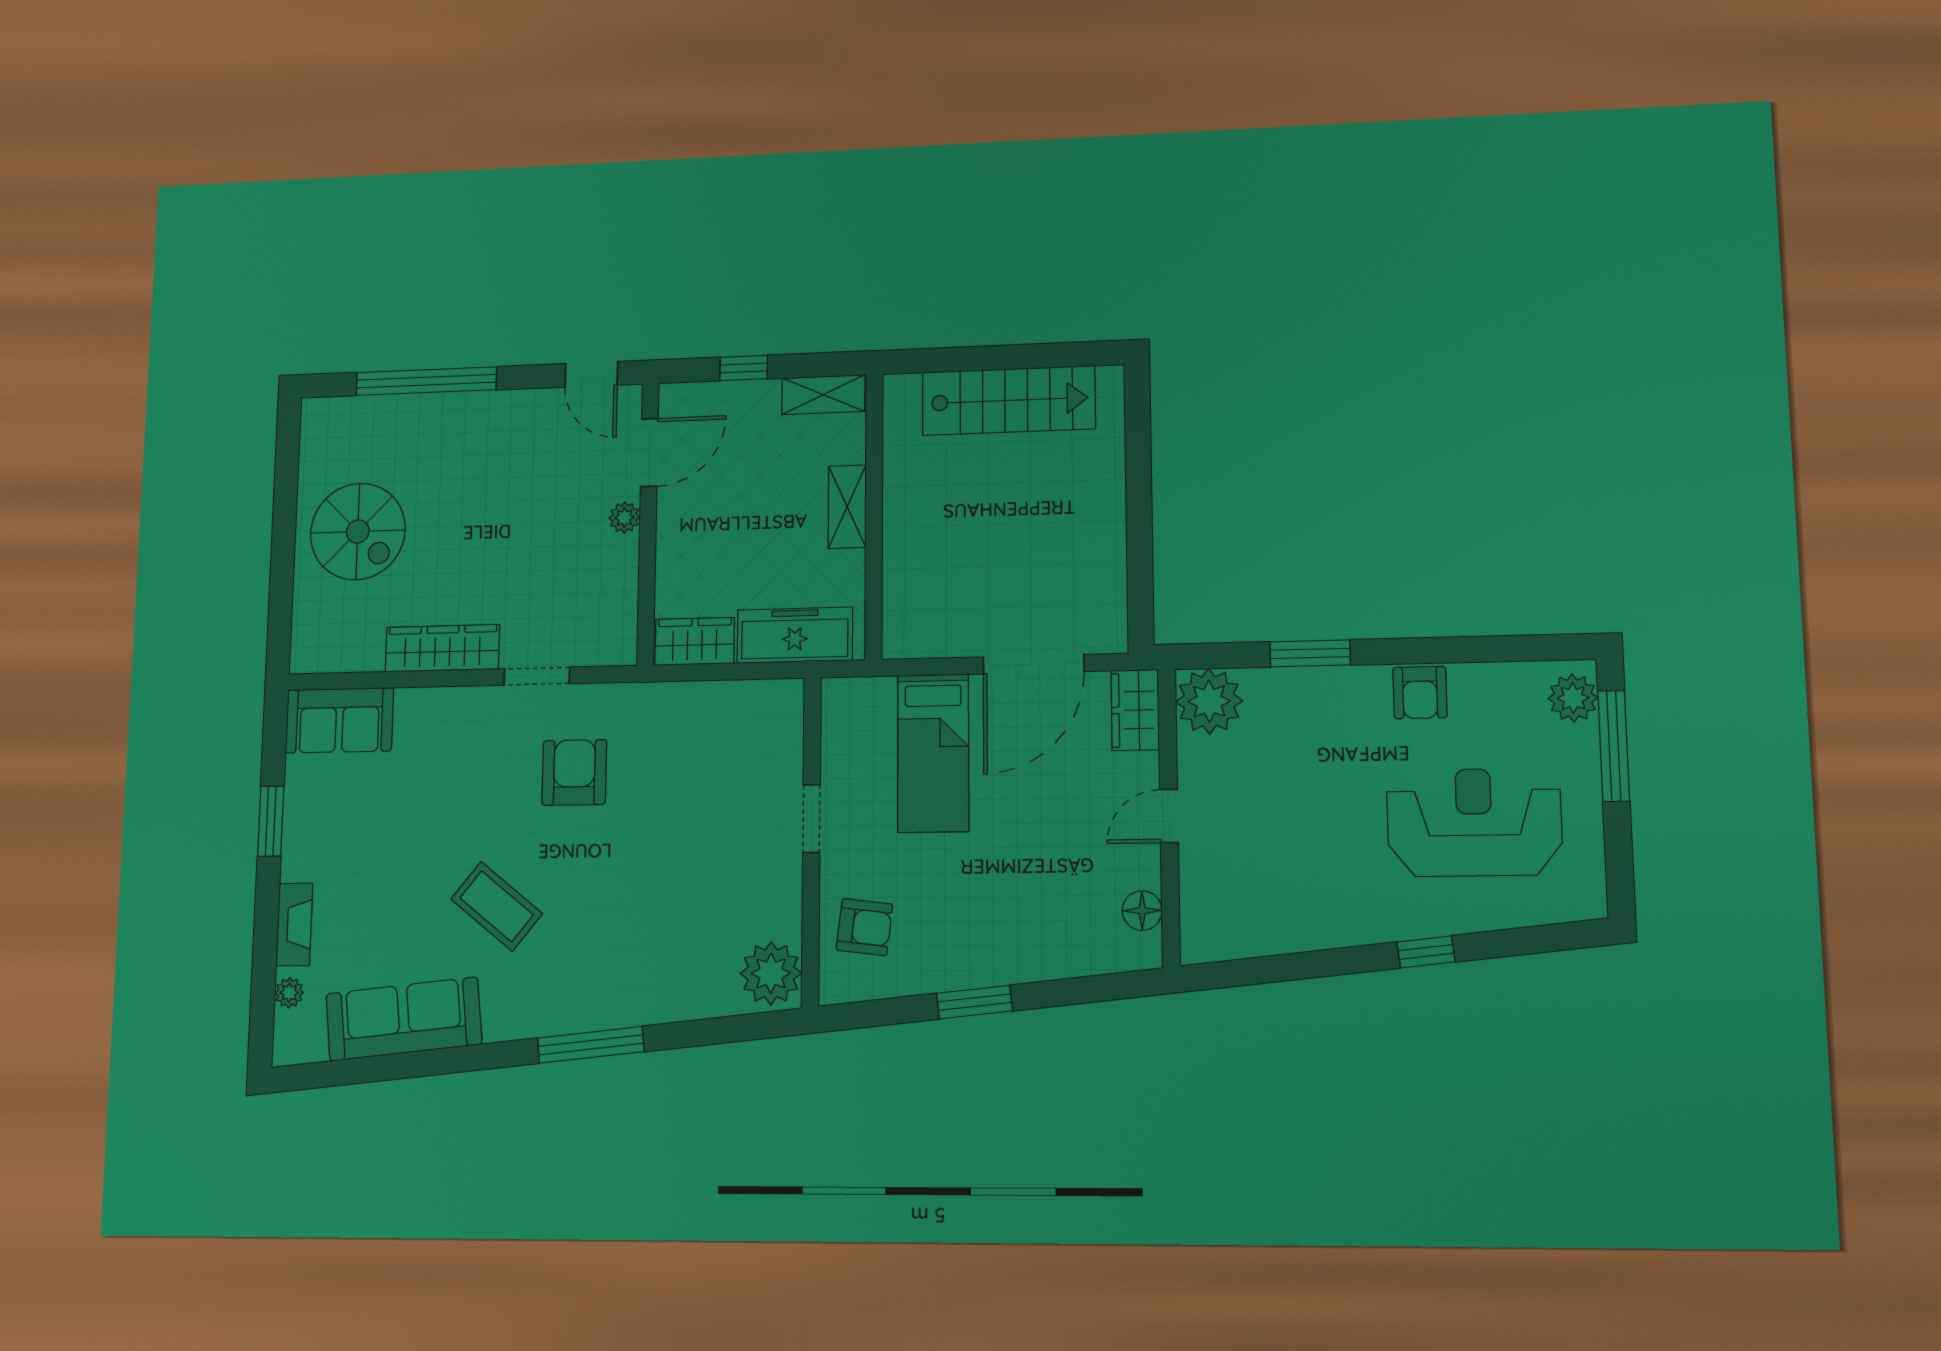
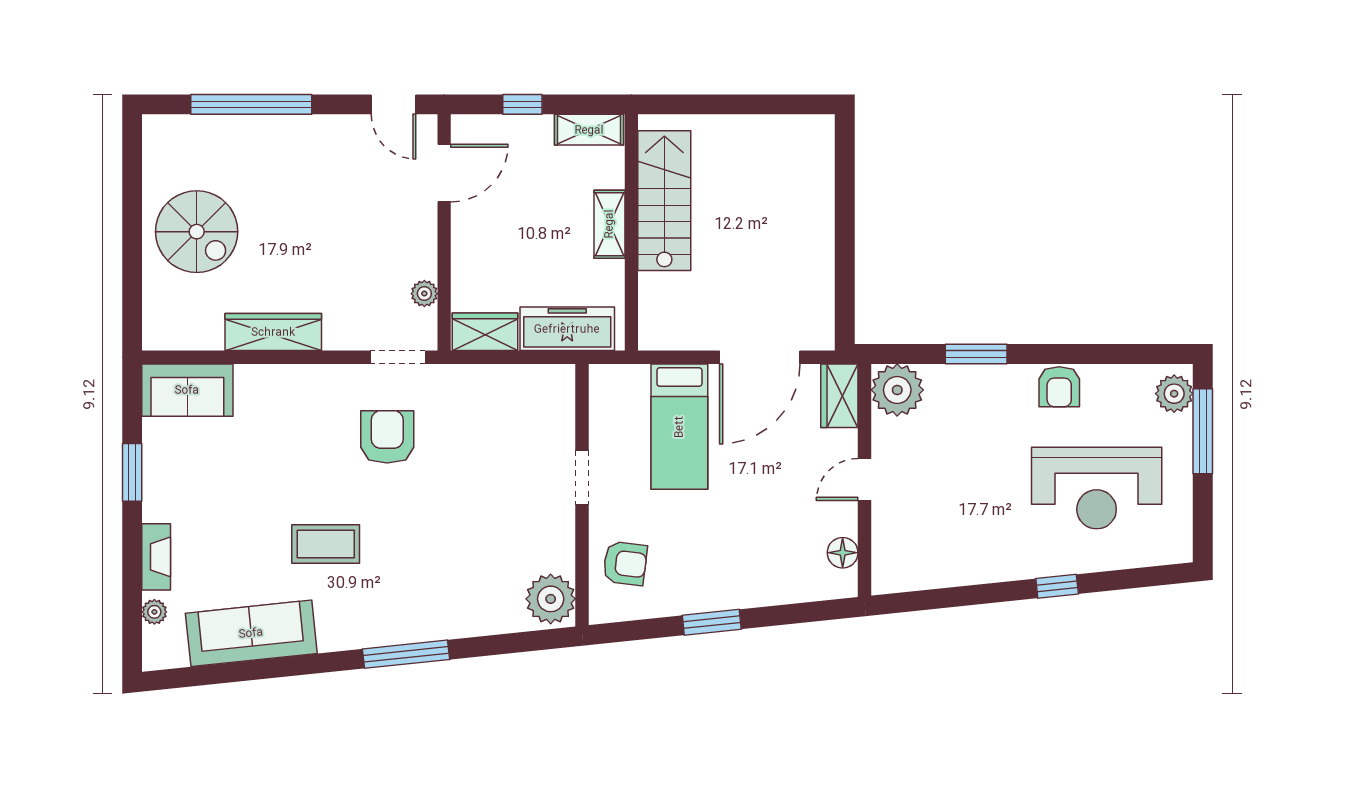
stairs: (1008, 400) -> (664, 201), moved, turned -90
plant: (624, 518) -> (424, 294), moved
doorway: (537, 676) -> (398, 357), moved
reception desk: (1474, 822) -> (1097, 488), turned 180
coffee table: (497, 906) -> (326, 544), turned -39

